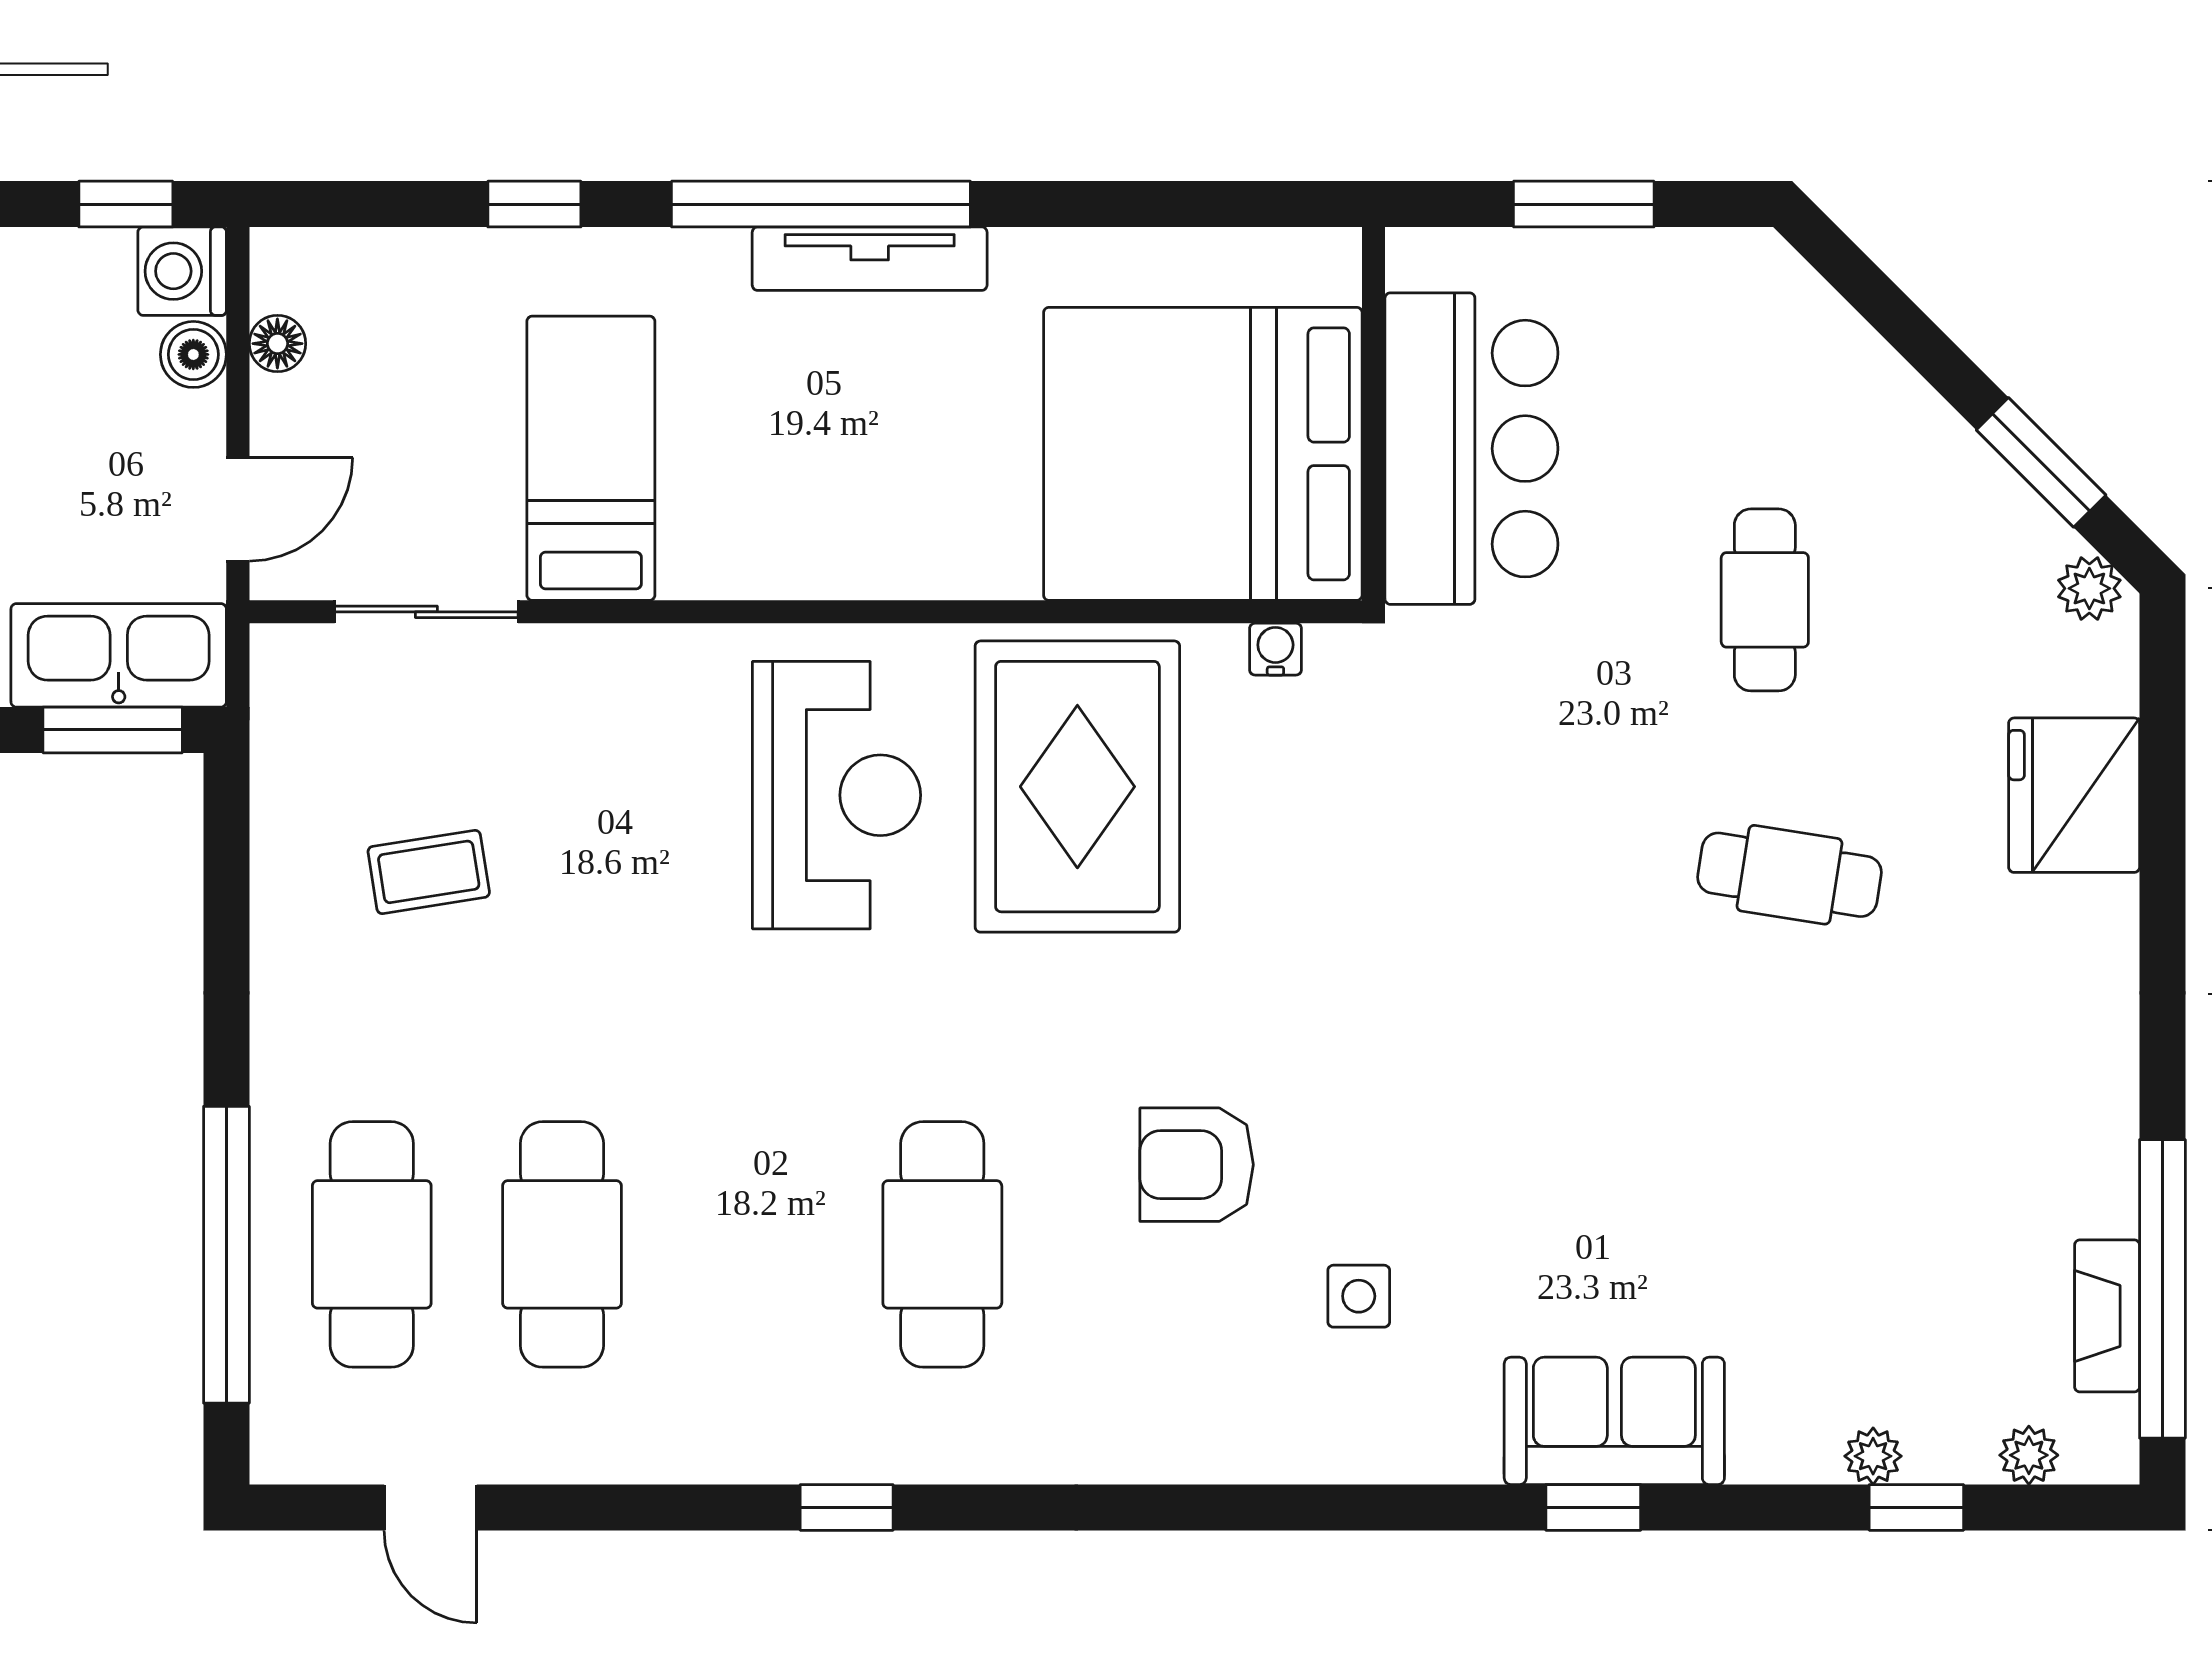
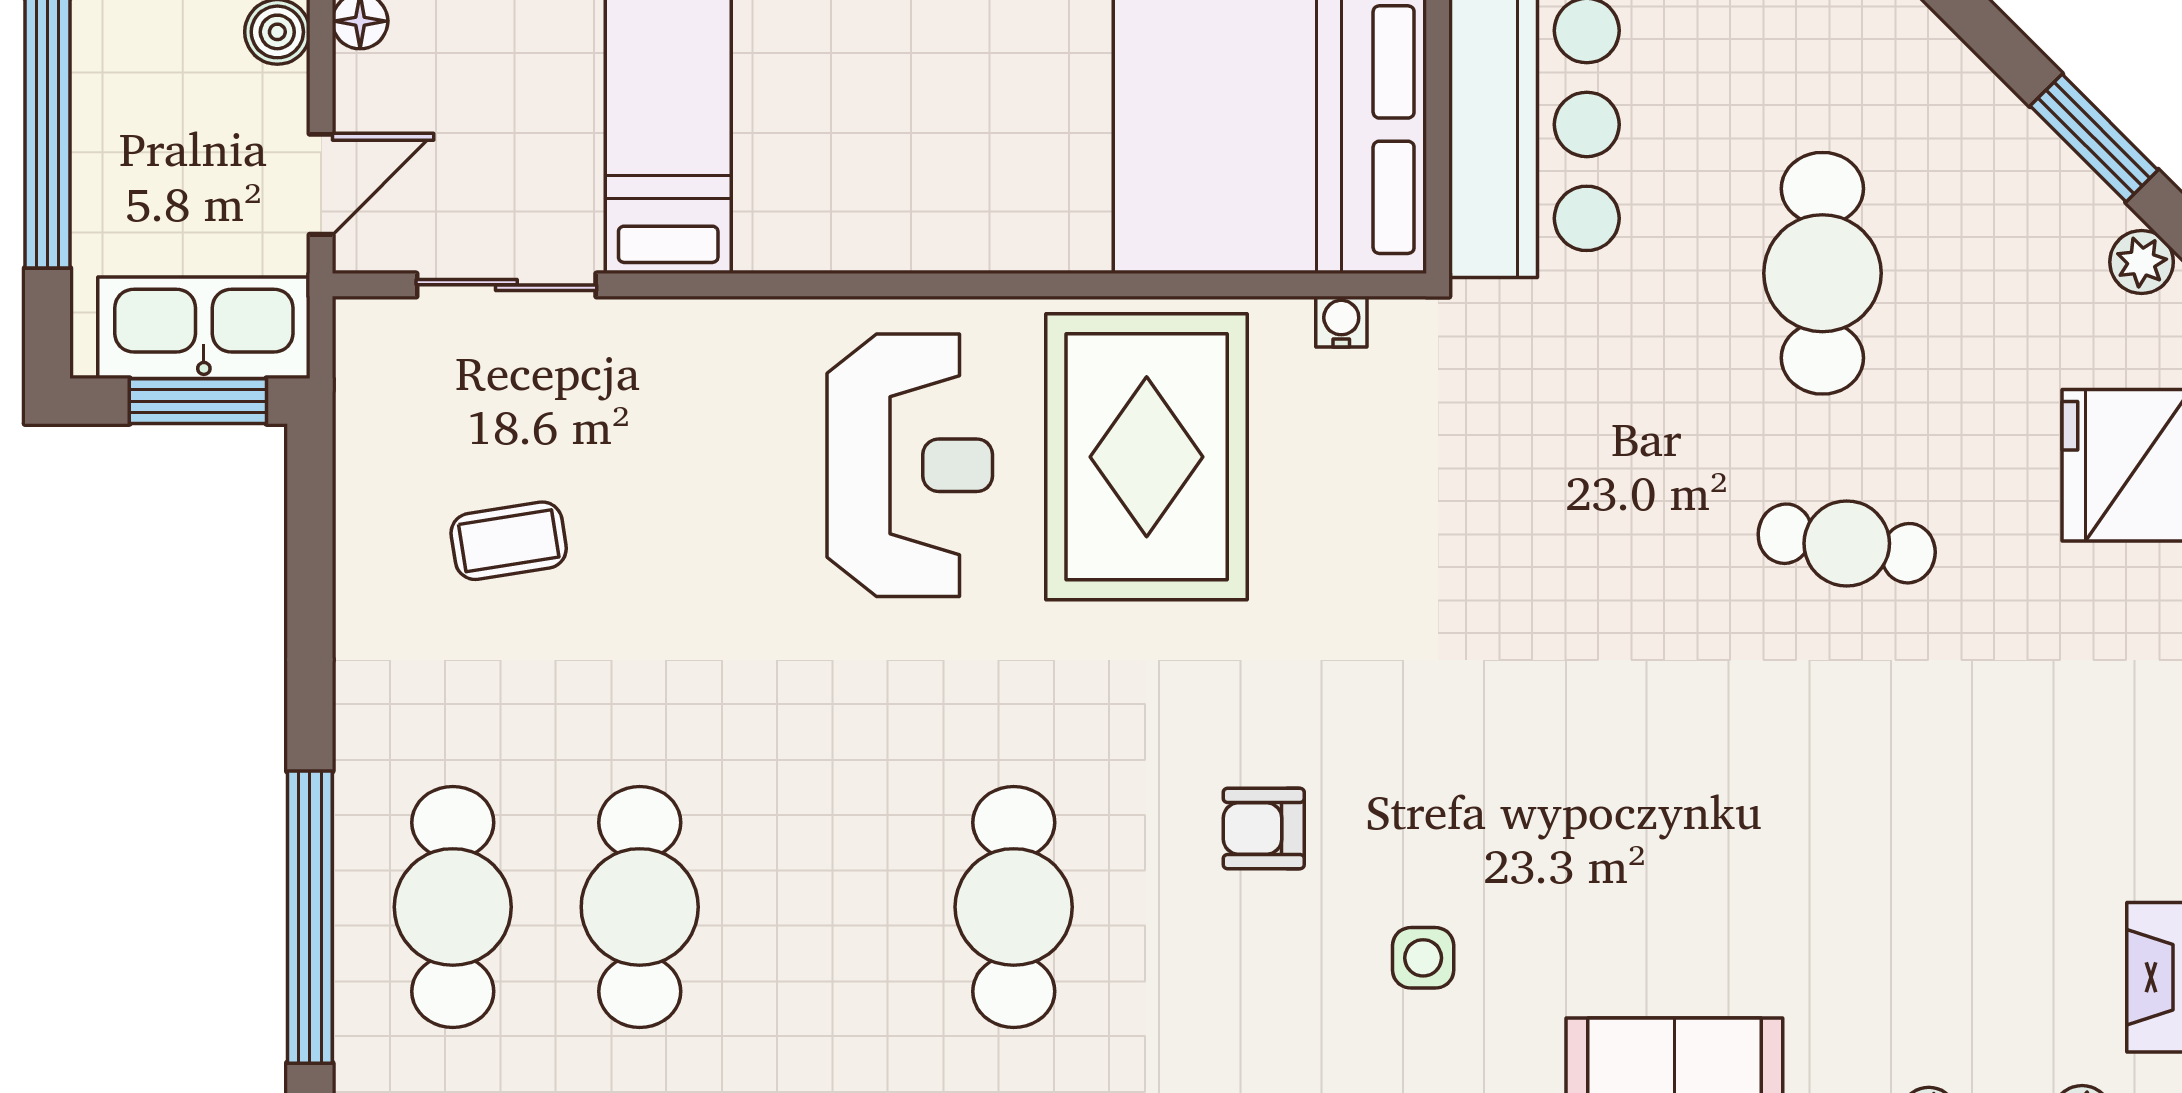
cafe table: (1765, 600) -> (1822, 273), width x1.37, depth x1.35
armchair: (1197, 1165) -> (1264, 829), width x0.72, depth x0.72

